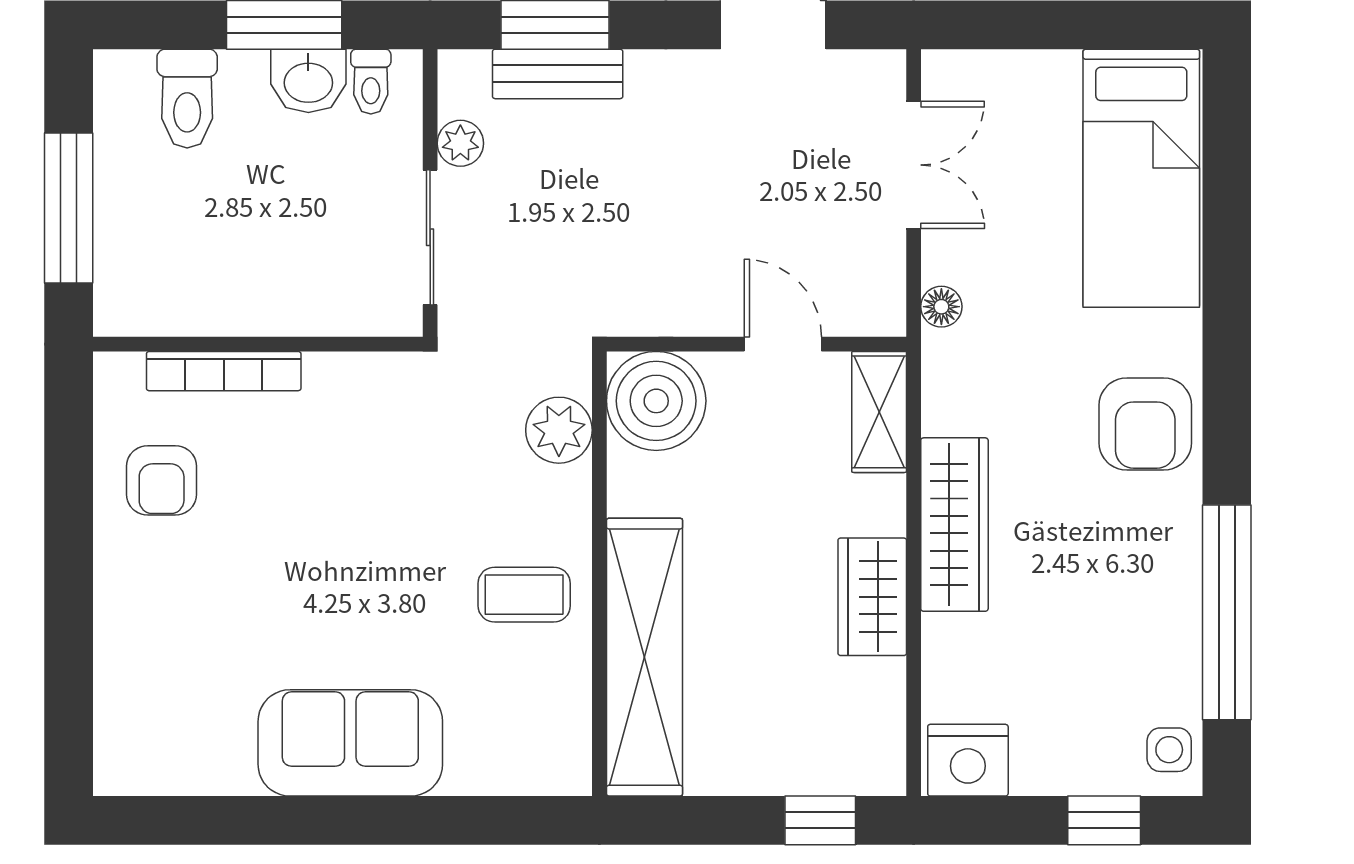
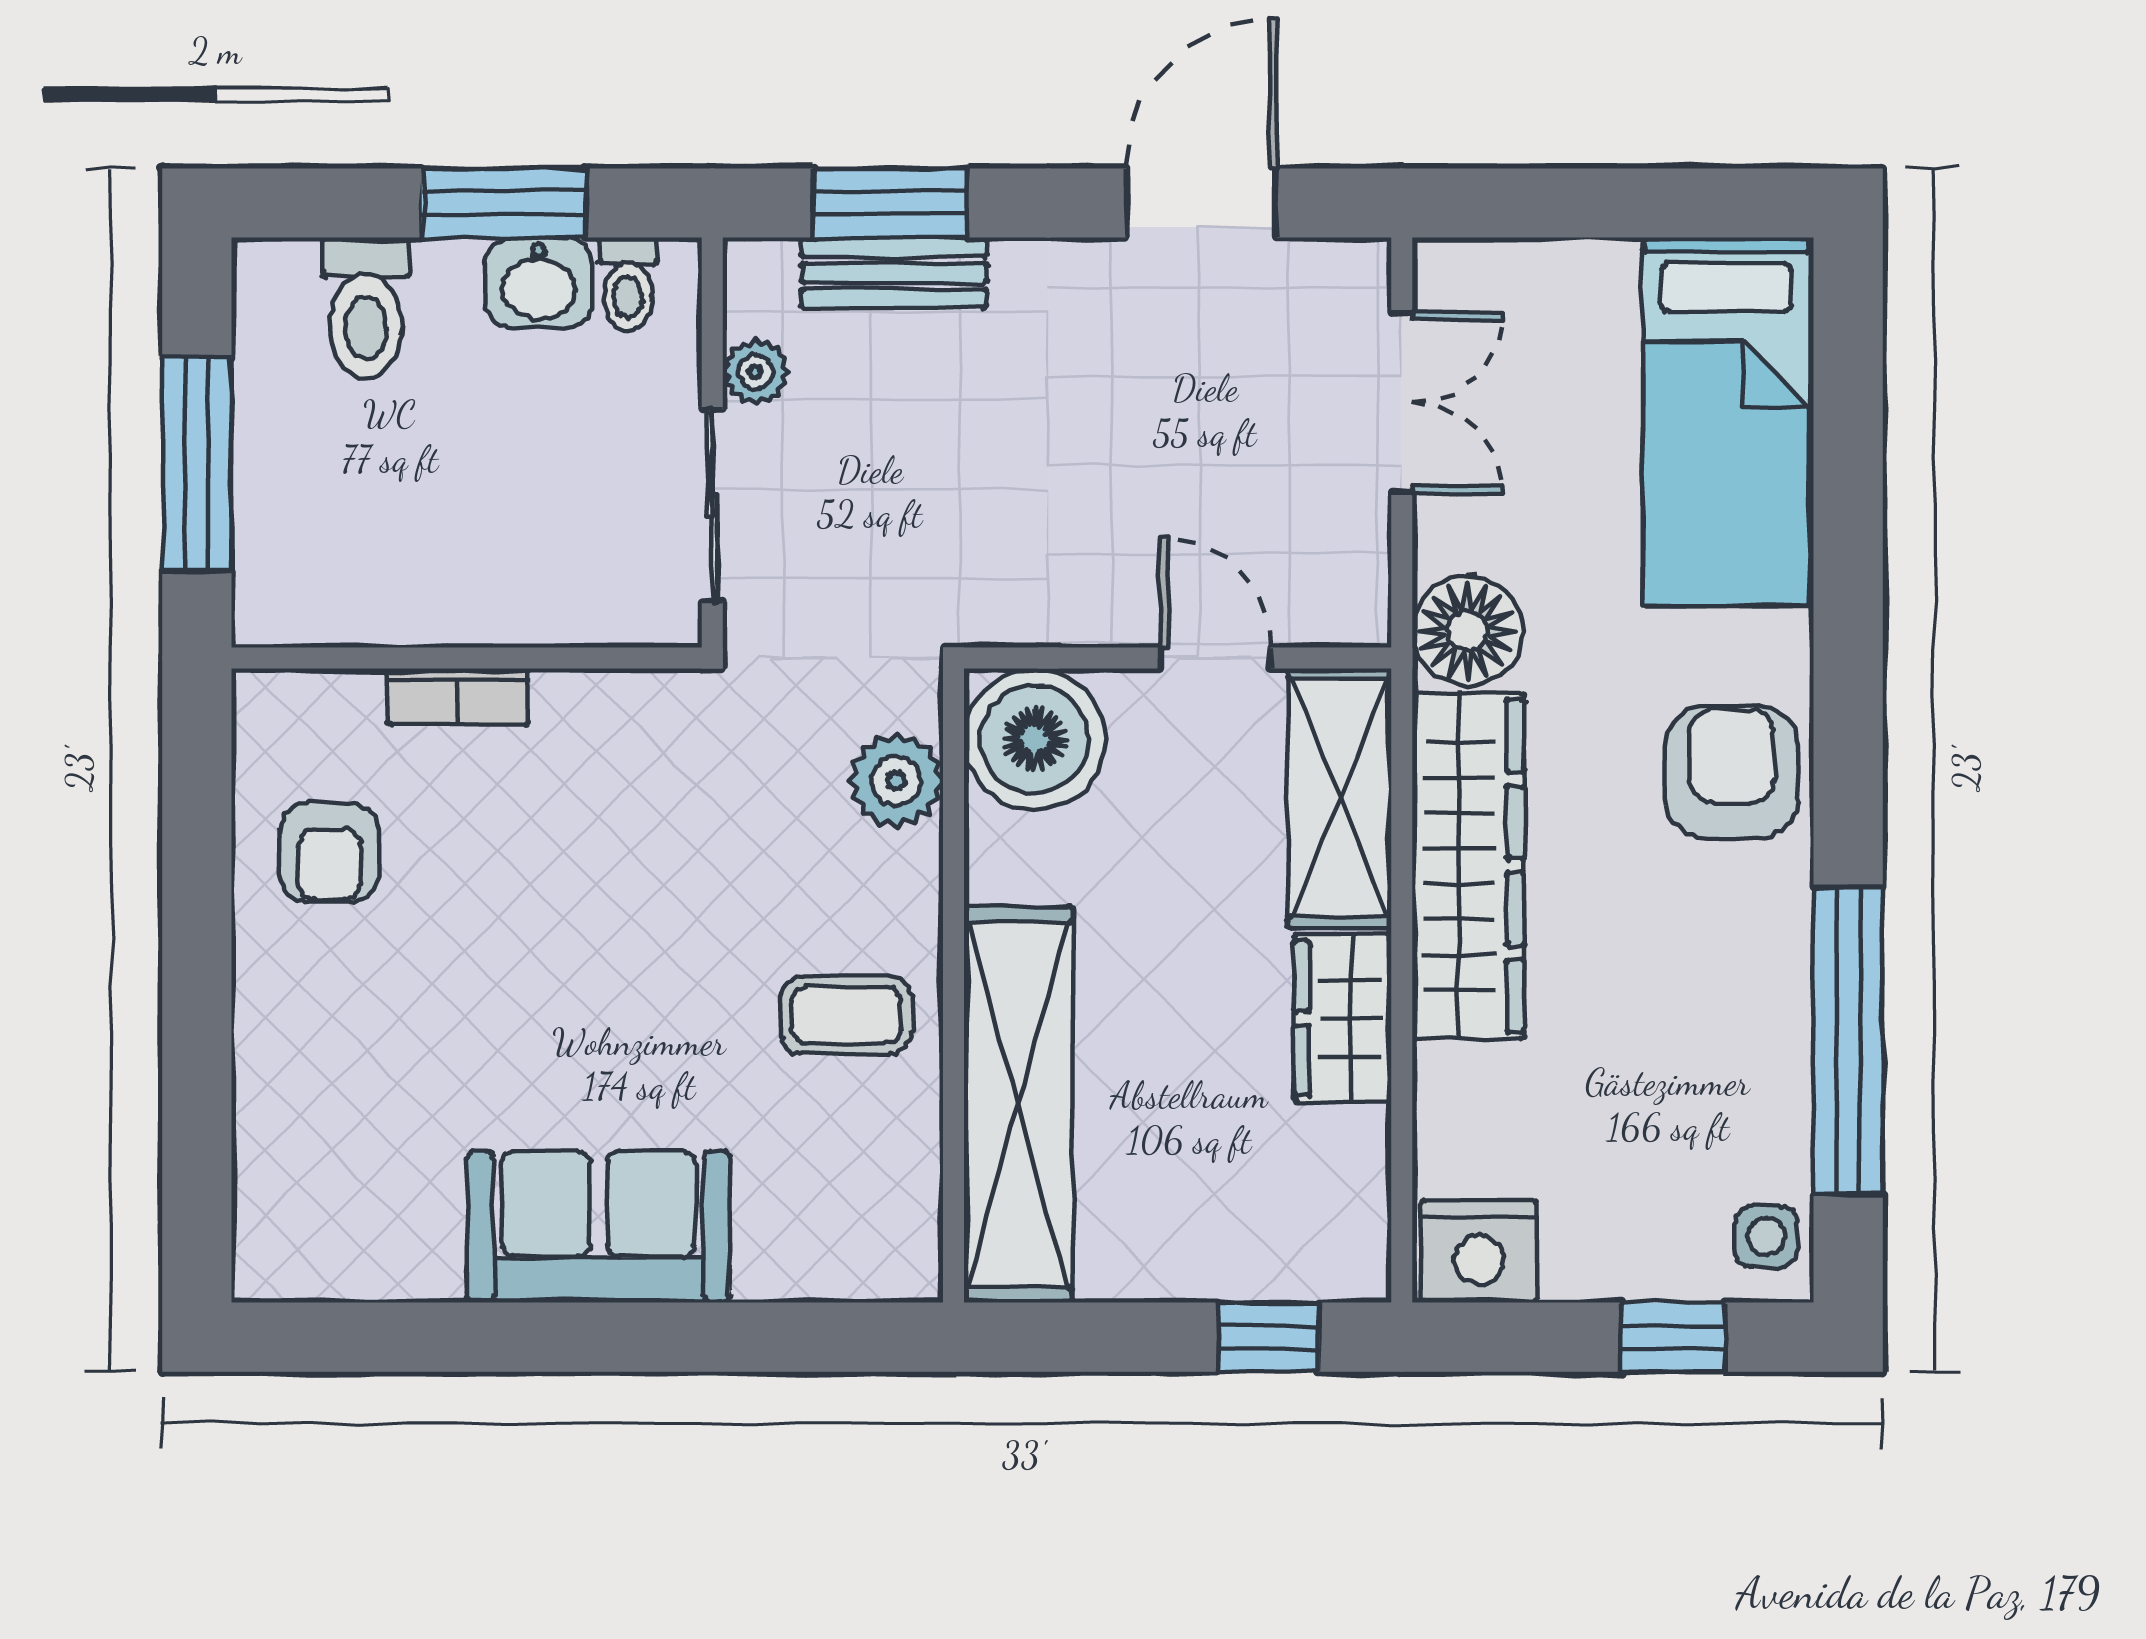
floor lamp: (941, 307) -> (1467, 631), width x1.89, depth x1.89
bookcase: (224, 371) -> (458, 697), width x0.64
shelving: (879, 412) -> (1340, 798), width x1.50, depth x1.33
armchair: (1145, 424) -> (1732, 772), turned 180
wardrobe: (954, 525) -> (1468, 866), width x1.40, depth x1.17

